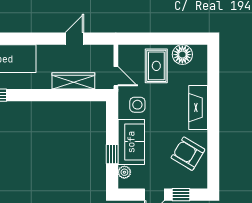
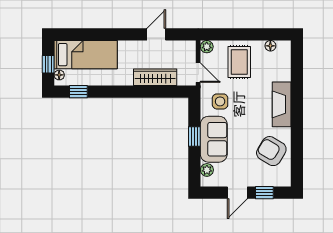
plant: (124, 51) -> (207, 47), added
floor lamp: (182, 55) -> (270, 46), width x0.53, depth x0.53
window: (112, 154) -> (194, 137), moved

